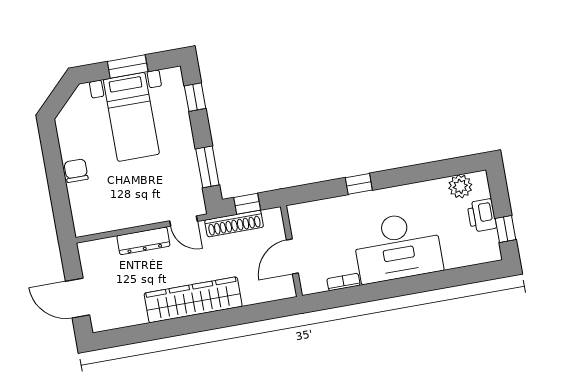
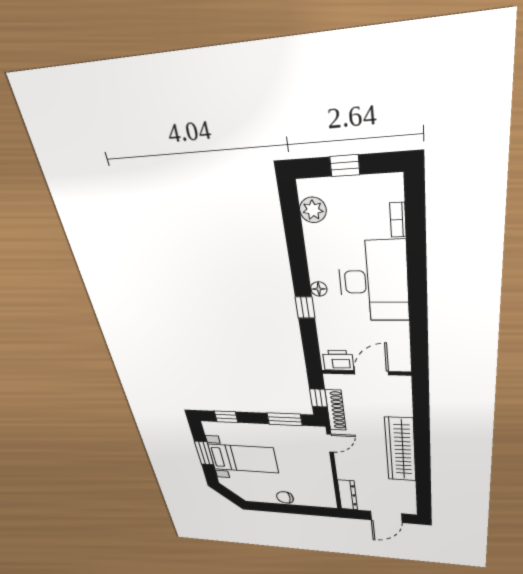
floor lamp: (382, 196) -> (319, 289), added
printer: (482, 215) -> (338, 360), moved, turned 180
window: (506, 229) -> (345, 166), moved
dresser: (143, 241) -> (348, 495), moved
door: (292, 257) -> (371, 373), swing flipped
bookcase: (343, 282) -> (398, 220), moved

